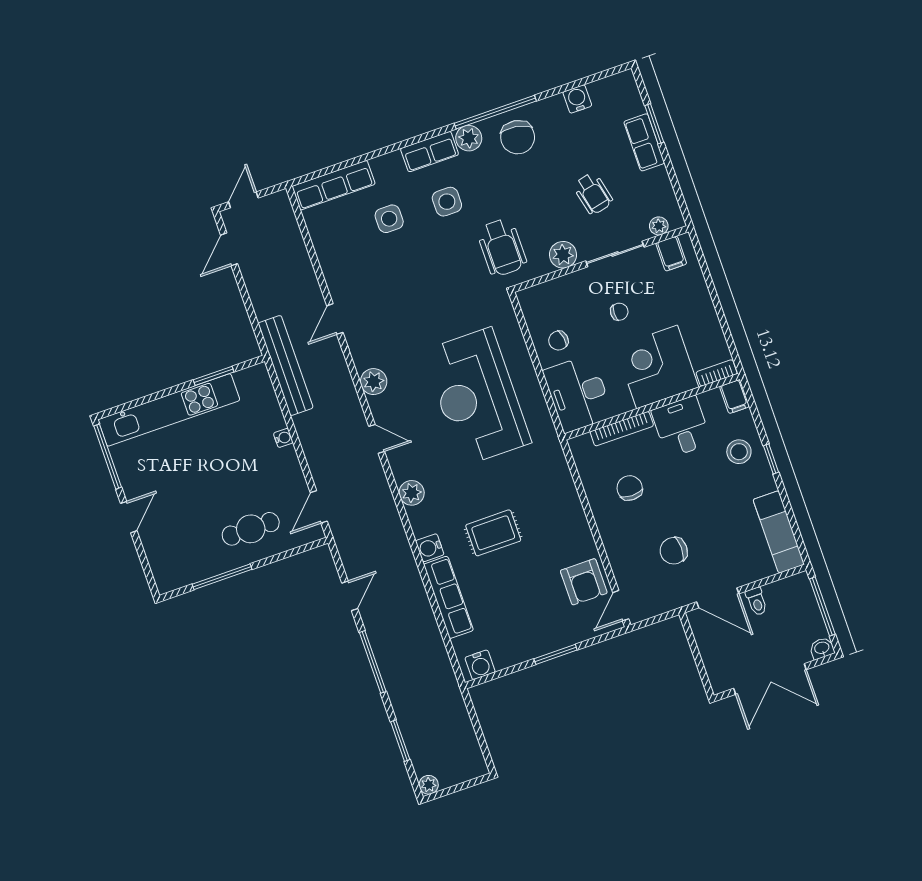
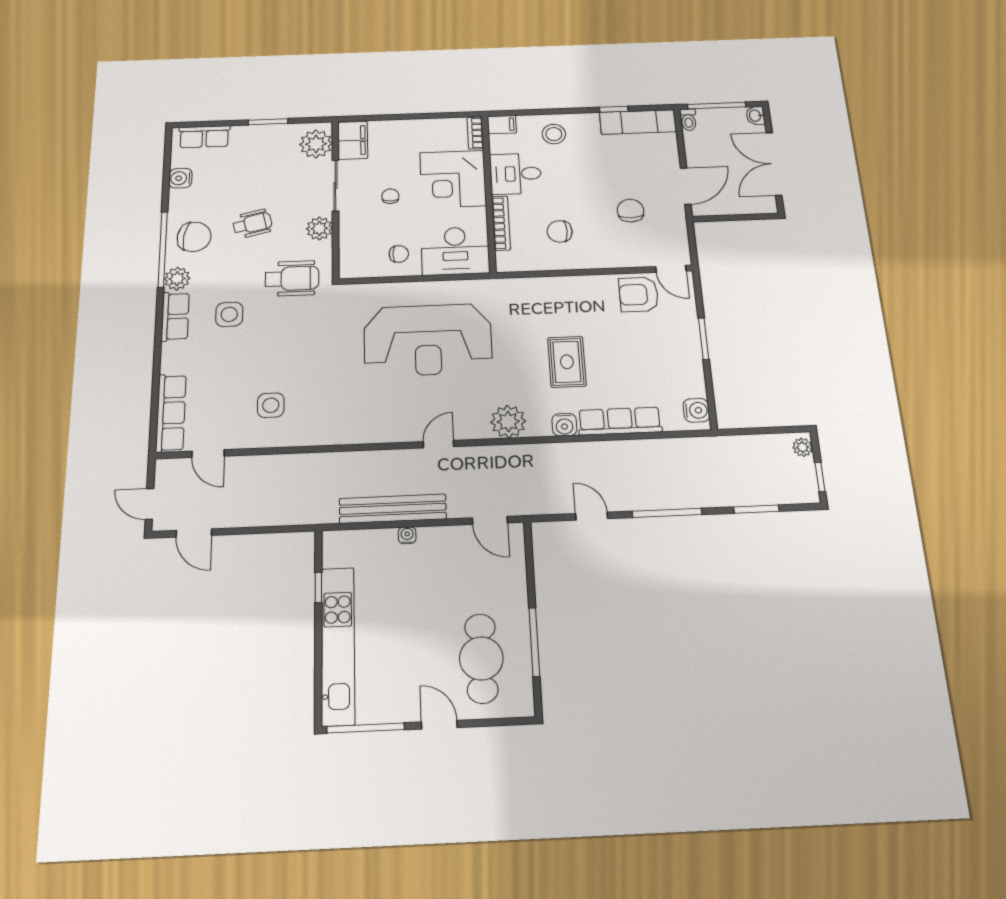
window: (654, 124) -> (268, 122), moved
row of seats: (644, 142) -> (204, 137), moved
wheelchair: (593, 194) -> (252, 224), moved
side table: (389, 219) -> (271, 405), moved
plant: (659, 226) -> (316, 144), width x1.88, depth x1.88
filing cabinet: (671, 253) -> (353, 140), width x2.00
door: (335, 319) -> (208, 454), moved
chair: (558, 341) -> (399, 254), turned -80
bench: (286, 365) -> (393, 509), moved
window: (214, 376) -> (318, 588), width x0.67
plant: (374, 382) -> (380, 431), removed
window: (771, 459) -> (614, 109), moved
plant: (412, 493) -> (508, 422), width x1.36, depth x1.36
cafe table: (251, 529) -> (481, 658), moved, width x1.37, depth x1.35
chair: (674, 551) -> (631, 211), turned 180
armchair: (584, 582) -> (639, 295), turned 180
toilet: (757, 601) -> (688, 120), moved, turned 90
double door: (770, 679) -> (774, 164), swing flipped
plant: (429, 785) -> (803, 447), moved
window: (448, 791) -> (820, 477), added

